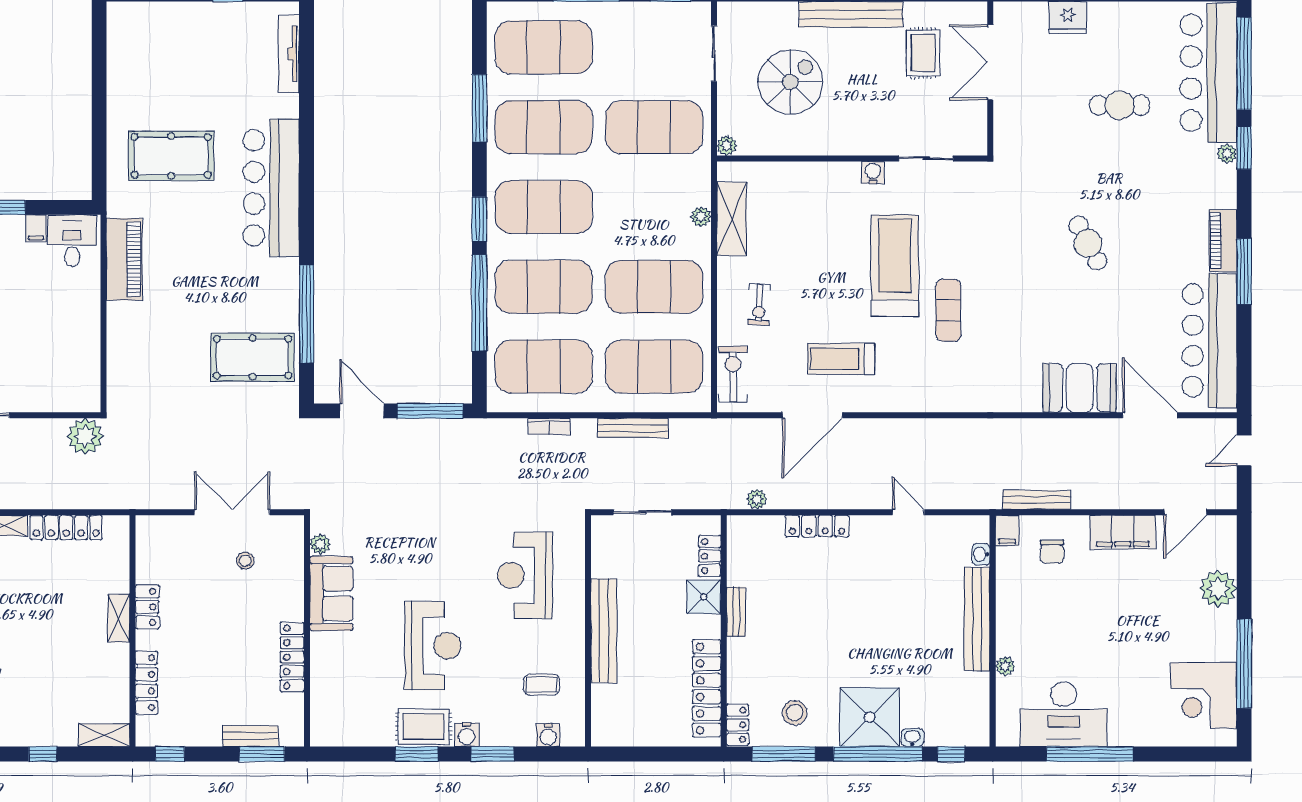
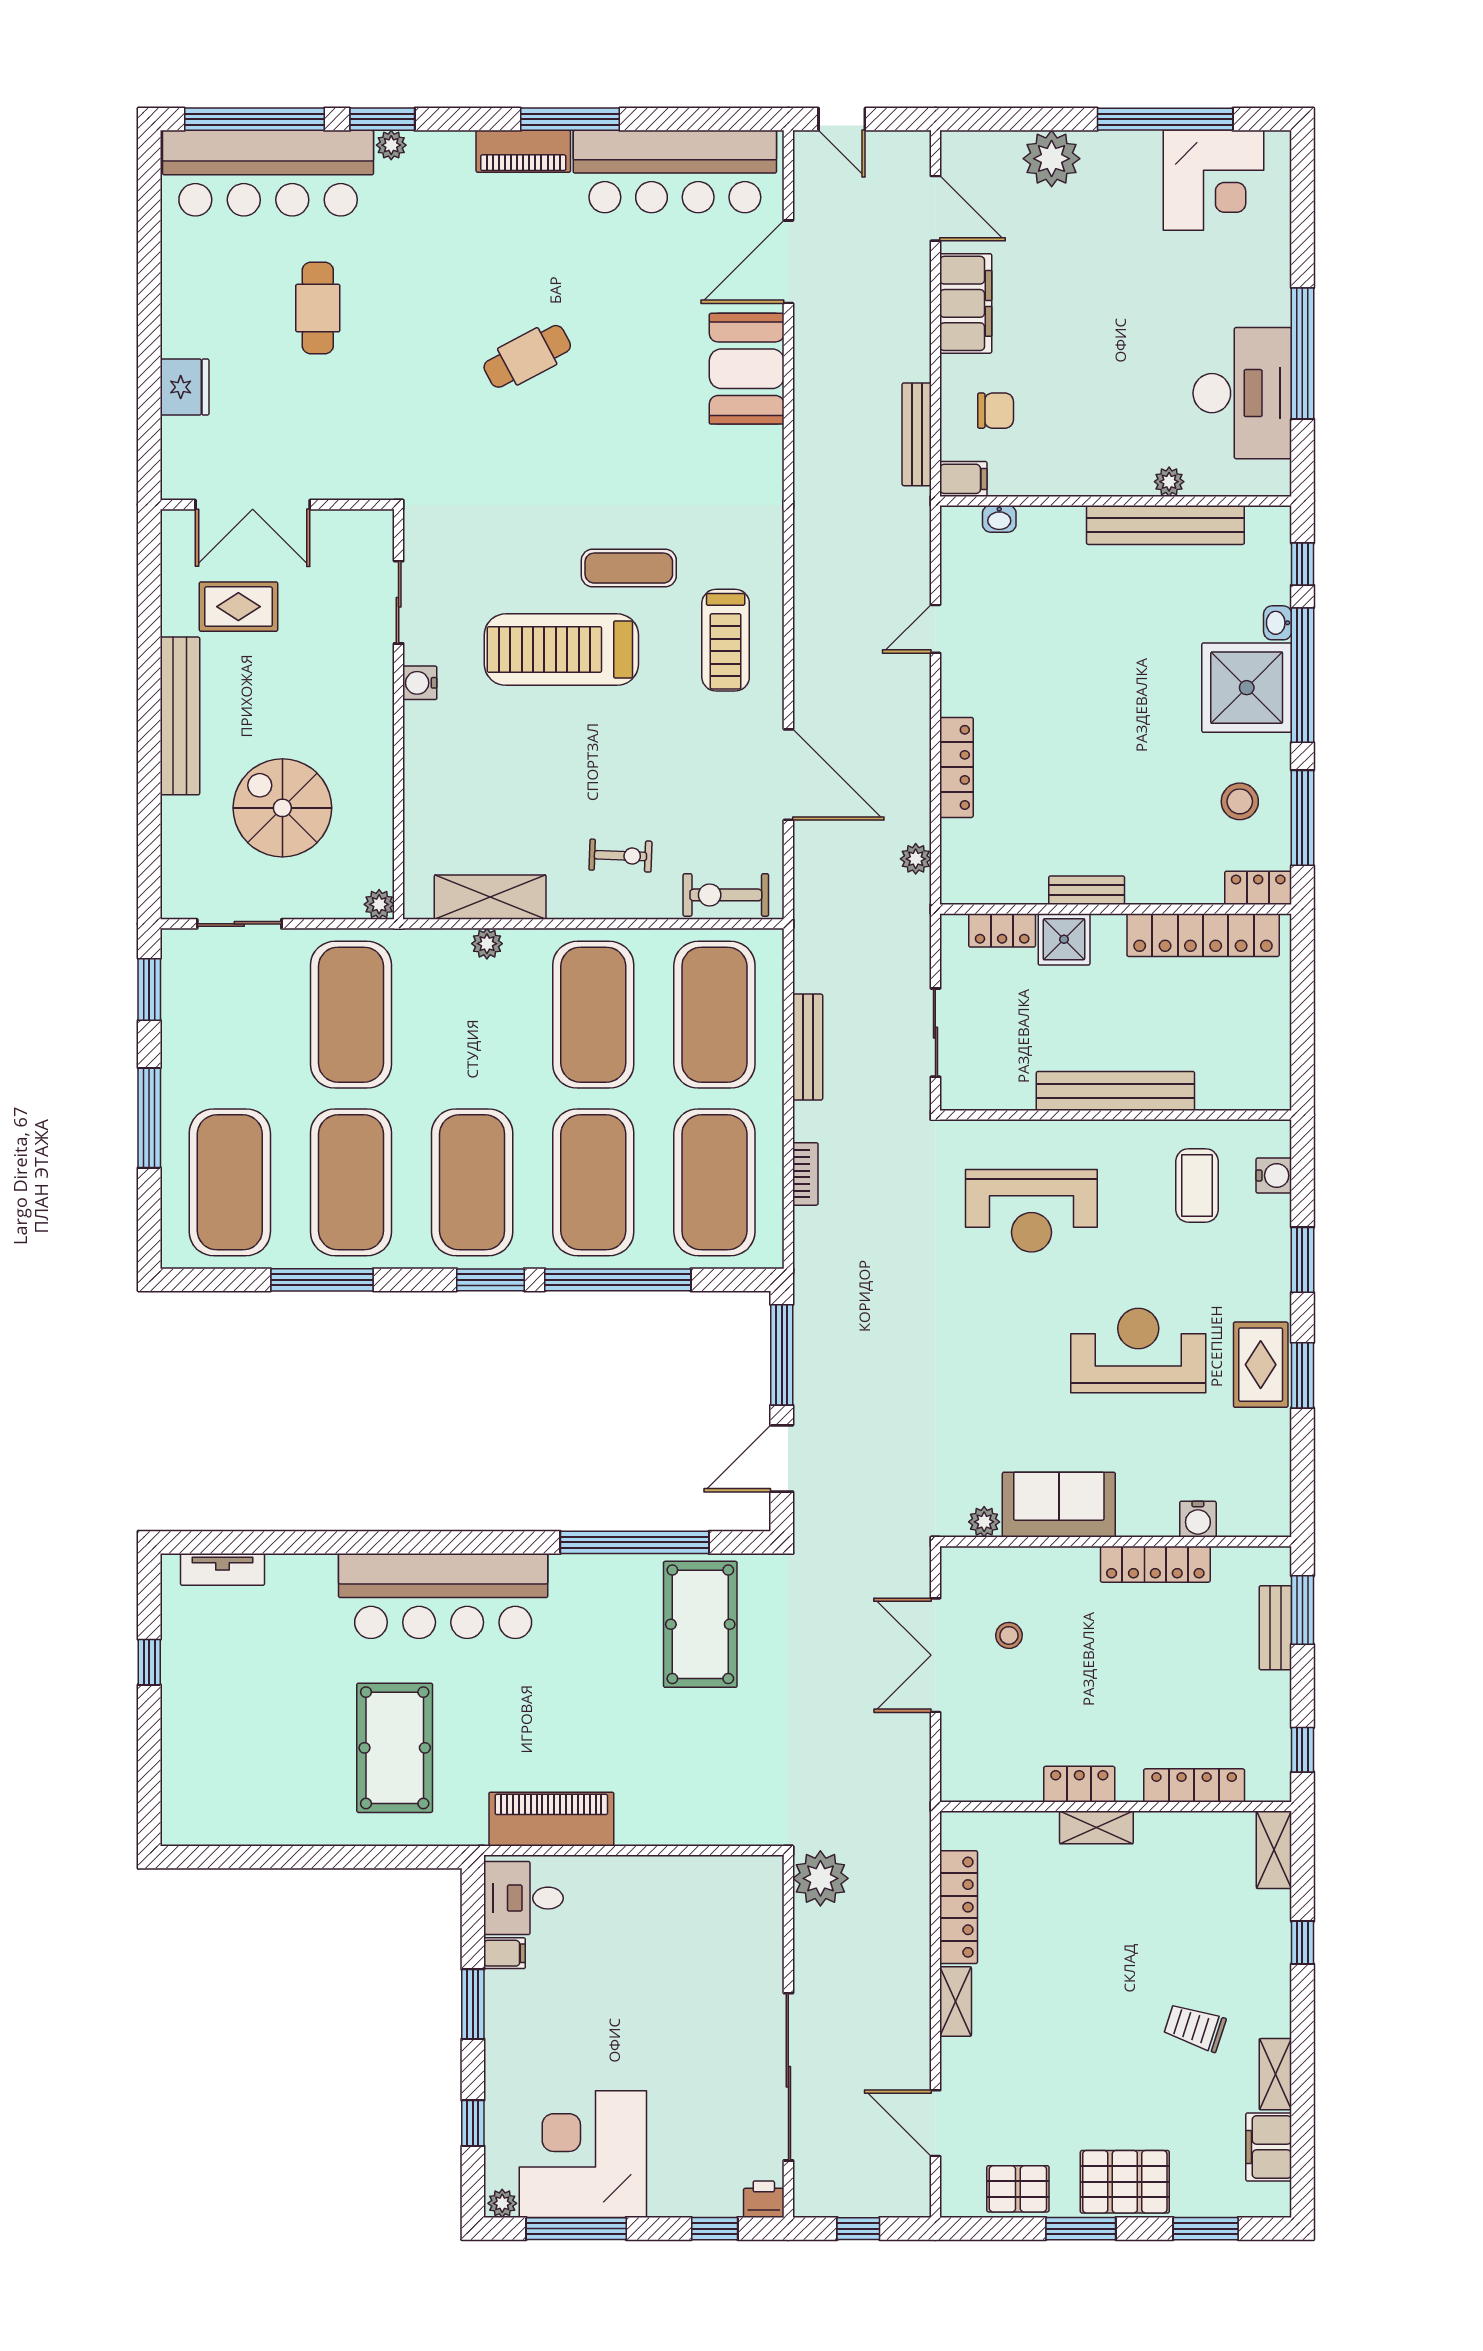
tv unit: (289, 54) -> (223, 1569), width x0.71
treadmill: (841, 359) -> (726, 640), moved
bench: (977, 619) -> (1165, 525), moved
coffee table: (542, 684) -> (1197, 1185), width x1.36, depth x1.30
water cooler: (467, 735) -> (1198, 1519), moved, turned 90

